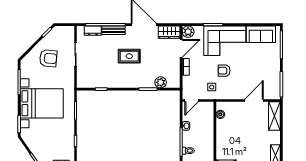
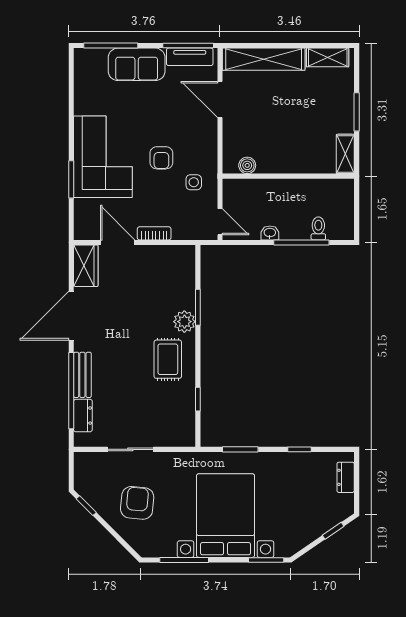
plant: (188, 32) -> (85, 229), removed
sofa: (261, 34) -> (137, 64), moved, turned 90
rug: (129, 56) -> (168, 359), moved
plant: (161, 82) -> (184, 322), moved
tv unit: (276, 85) -> (190, 57), added
shelving: (274, 116) -> (264, 59), width x1.47

